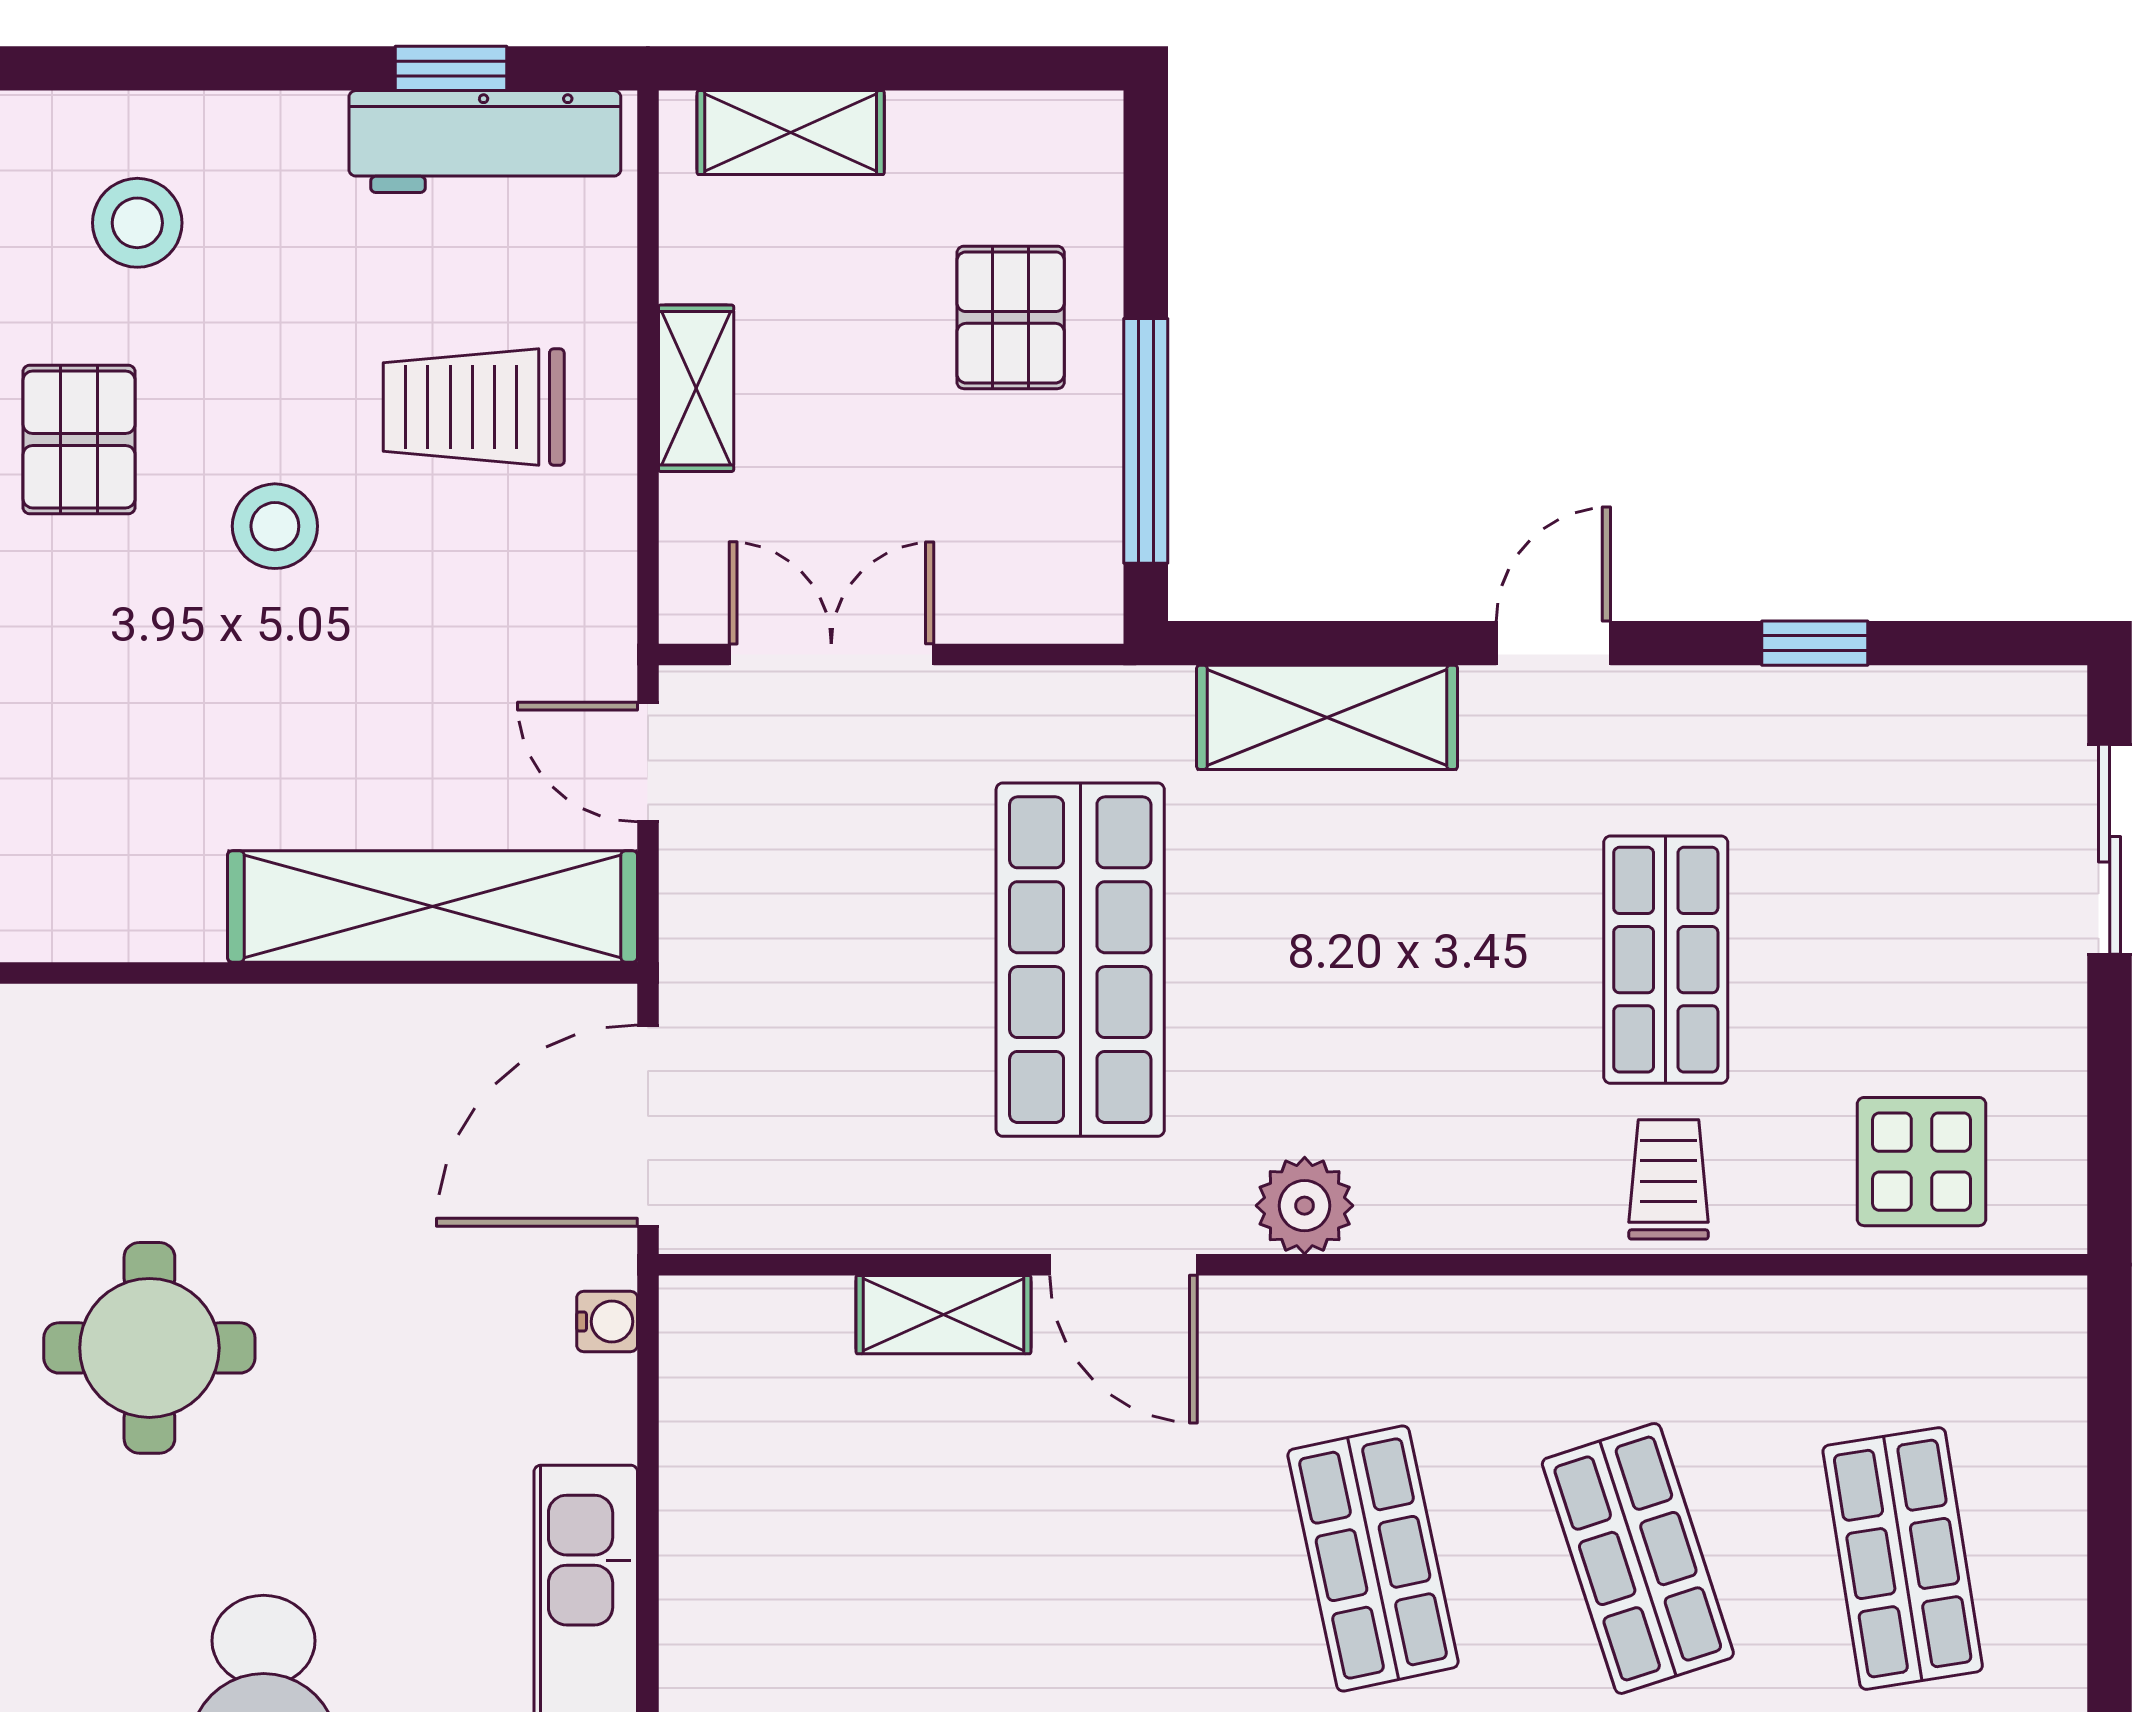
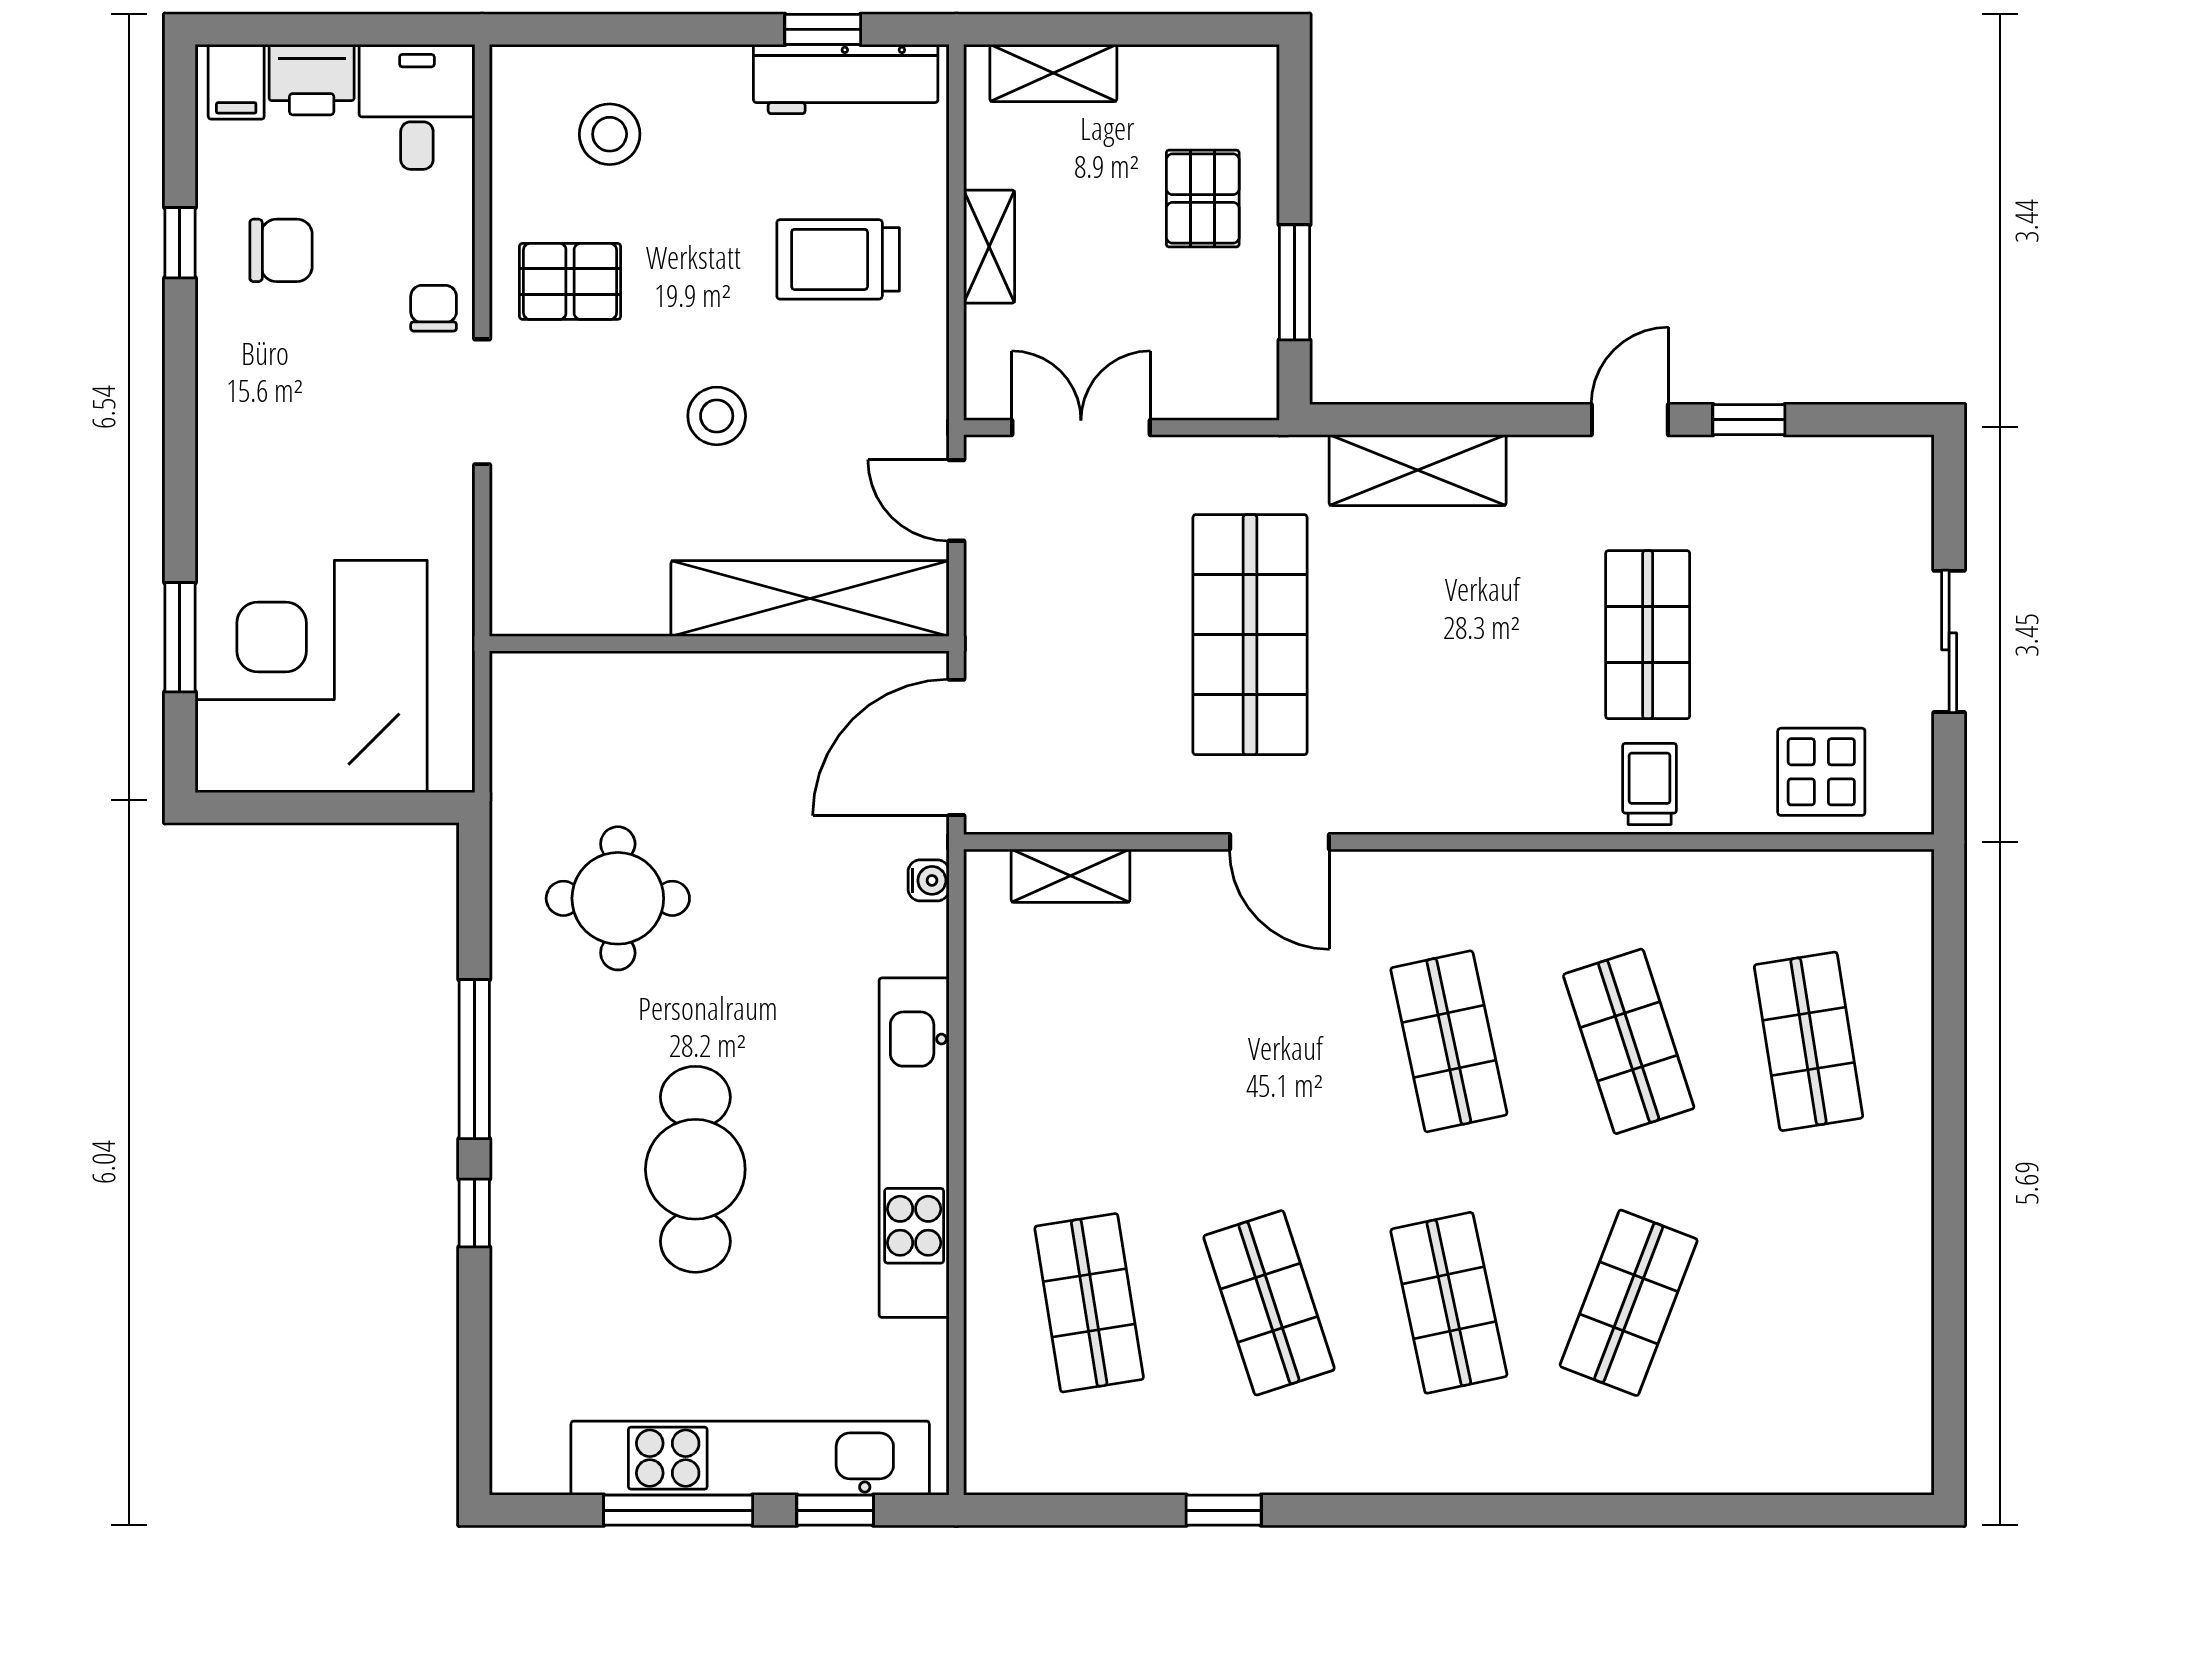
pallet: (79, 439) -> (570, 281), turned 90
window: (1146, 441) -> (1295, 282), width x0.69
stool: (275, 526) -> (717, 416), moved
door: (1553, 643) -> (1630, 420), moved
sliding door: (2110, 849) -> (1949, 641), moved
plant: (1305, 1206) -> (1402, 802), removed
shelving: (943, 1315) -> (1071, 876), moved

